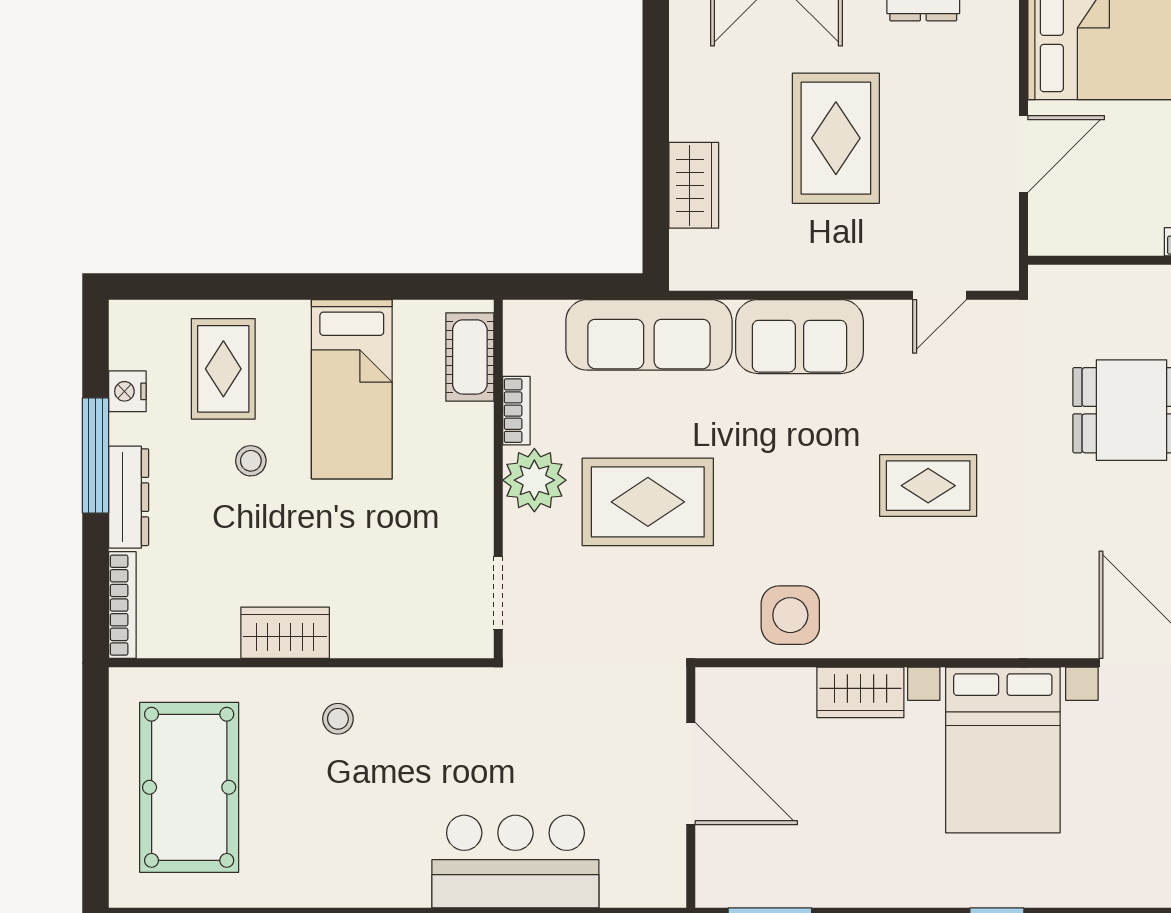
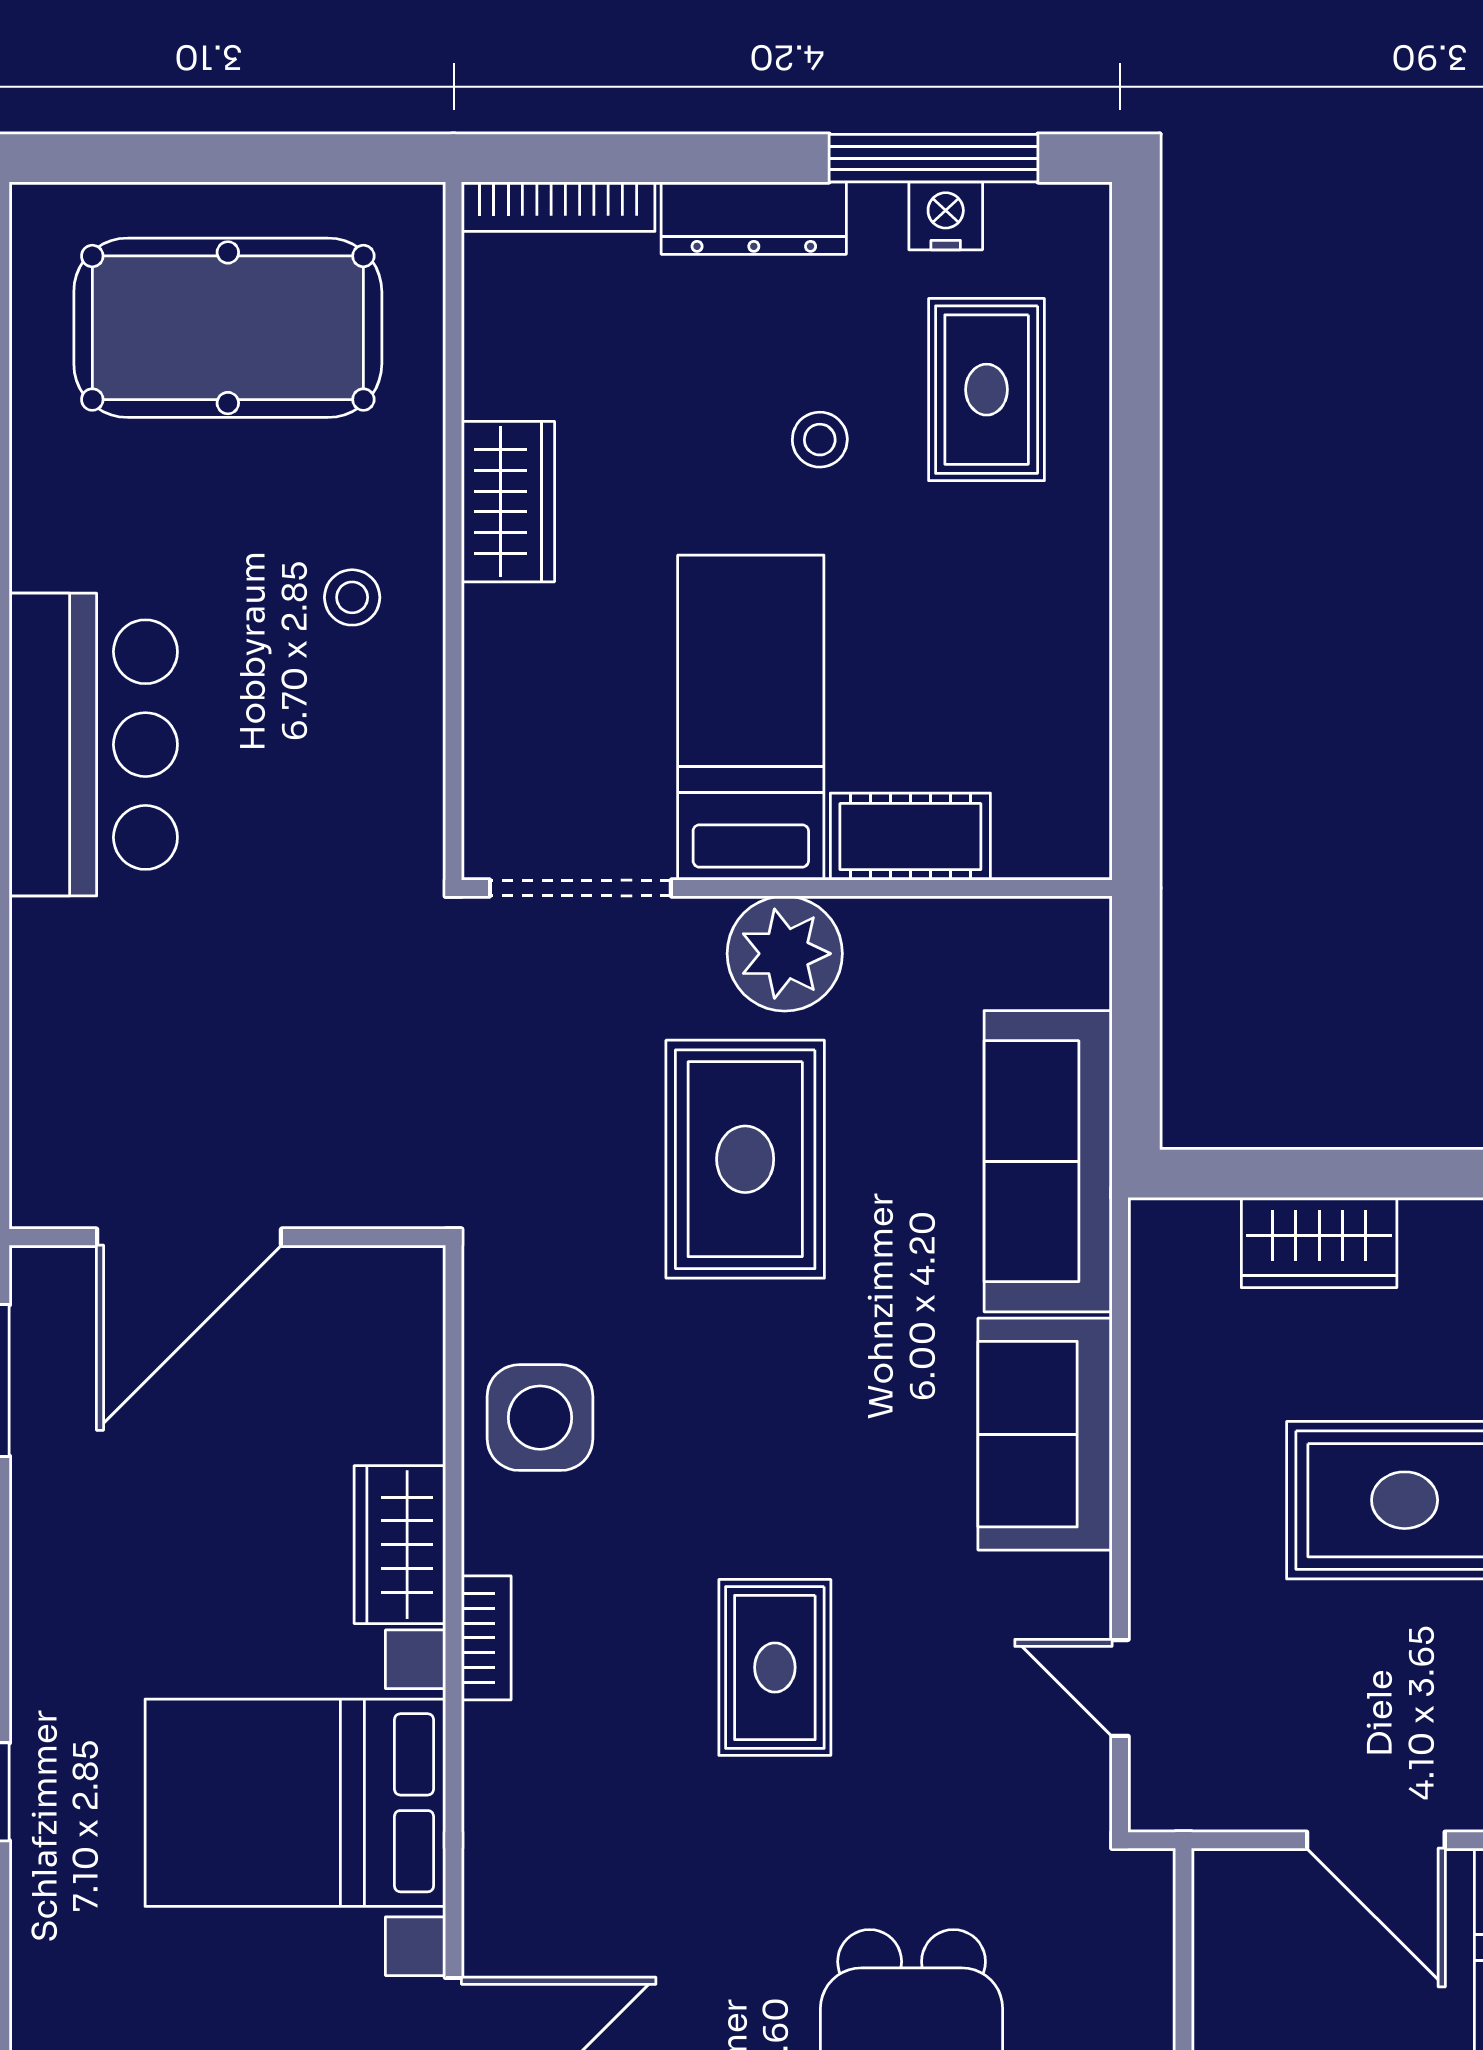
cot: (470, 357) -> (910, 837), moved
rug: (223, 369) -> (987, 390), turned 90
bed: (352, 389) -> (751, 718), moved, turned 90
bookcase: (516, 411) -> (486, 1638), moved, turned -90
window: (96, 455) -> (933, 158), moved
doorway: (498, 593) -> (580, 888), width x1.38
door: (691, 774) -> (189, 1237), moved
bar counter: (515, 862) -> (93, 745), moved

